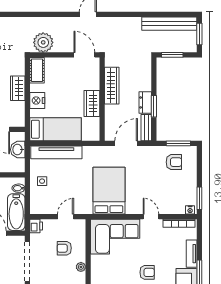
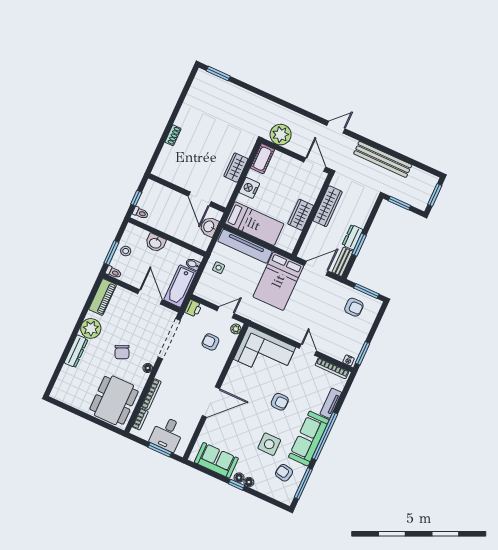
bench: (169, 24) -> (383, 159), moved
bed: (109, 191) -> (278, 281), moved, turned 180
plant: (81, 267) -> (236, 329), moved

